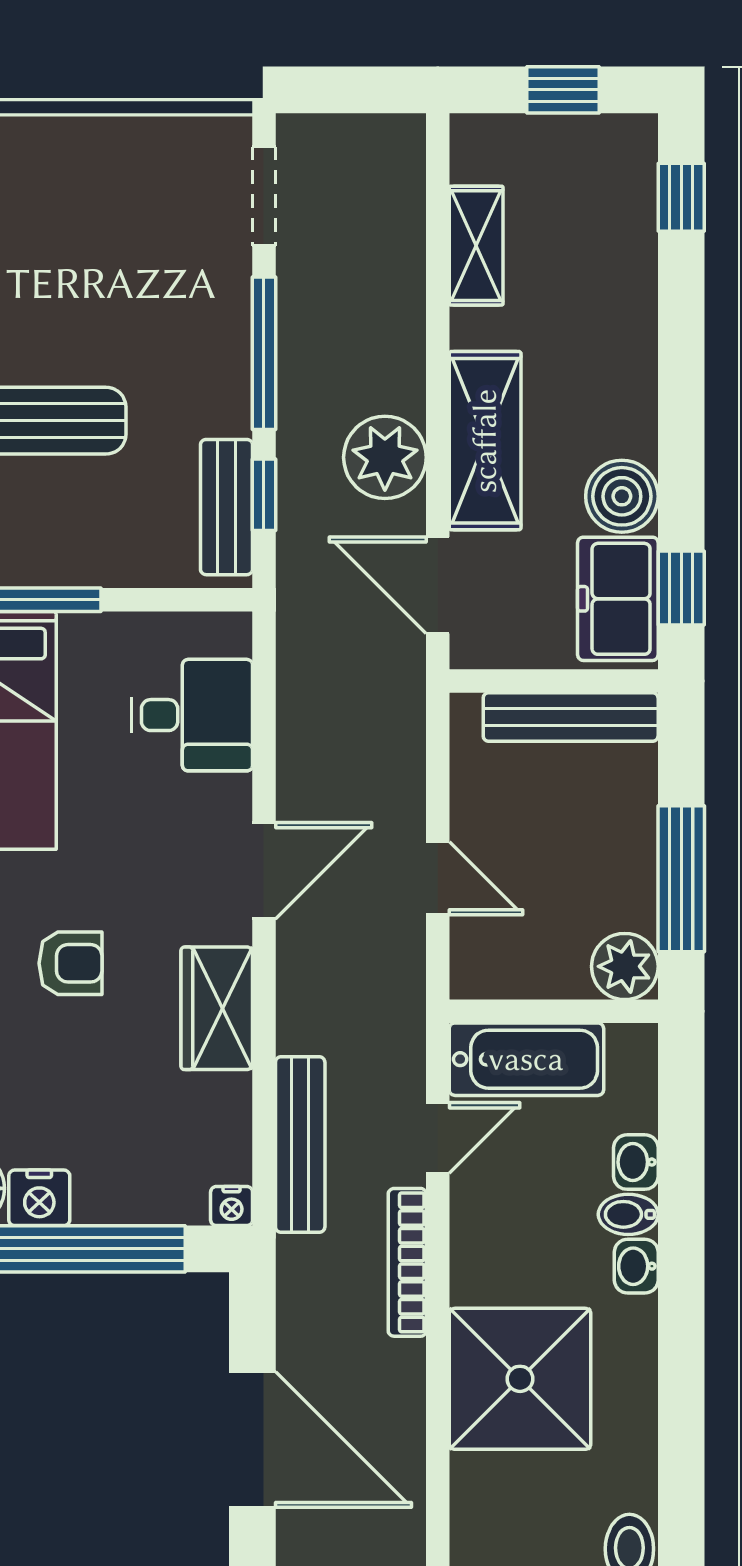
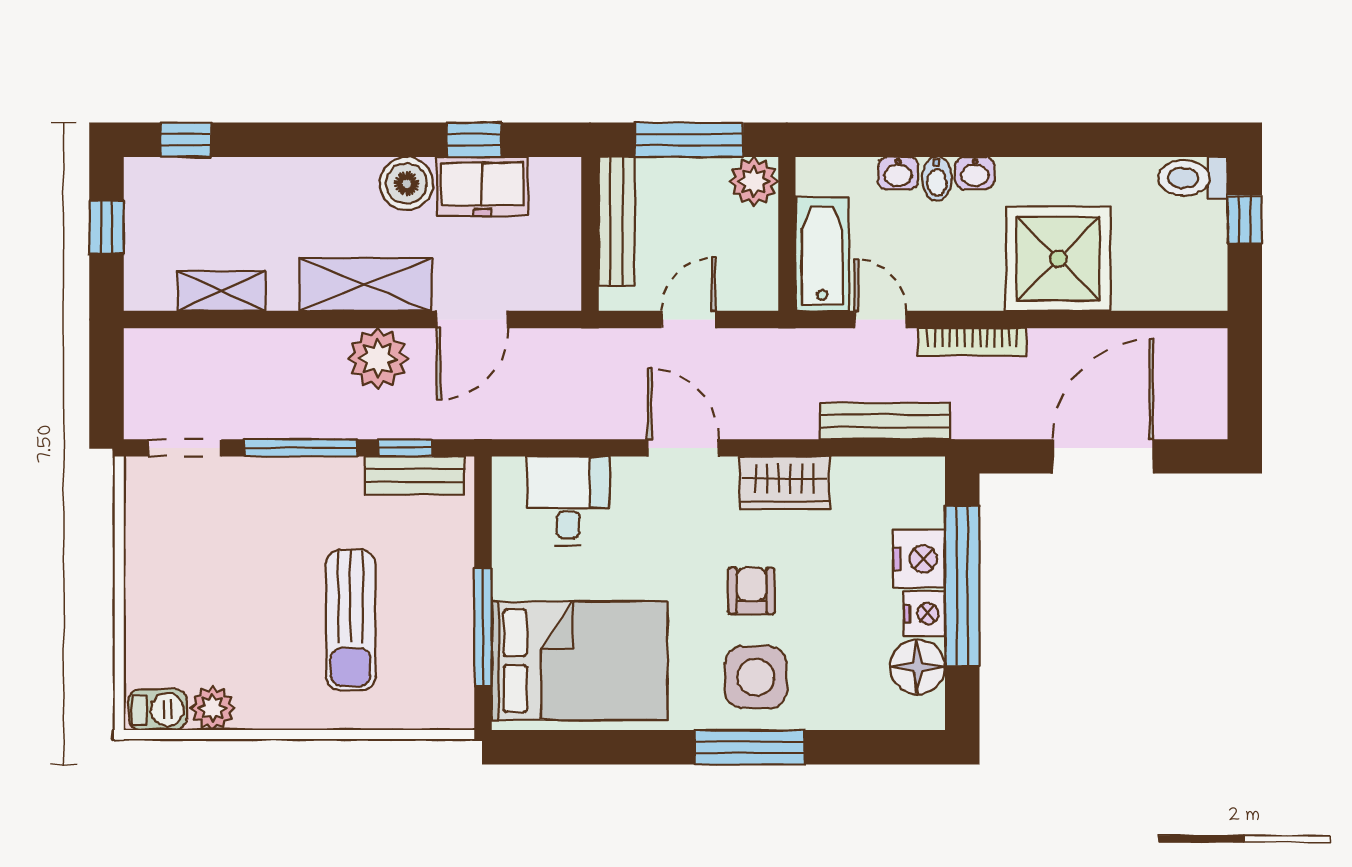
wall: (554, 681) -> (590, 234), moved
bench: (571, 717) -> (617, 221), moved
nightstand: (232, 1206) -> (919, 559), moved, width x1.89, depth x1.79

